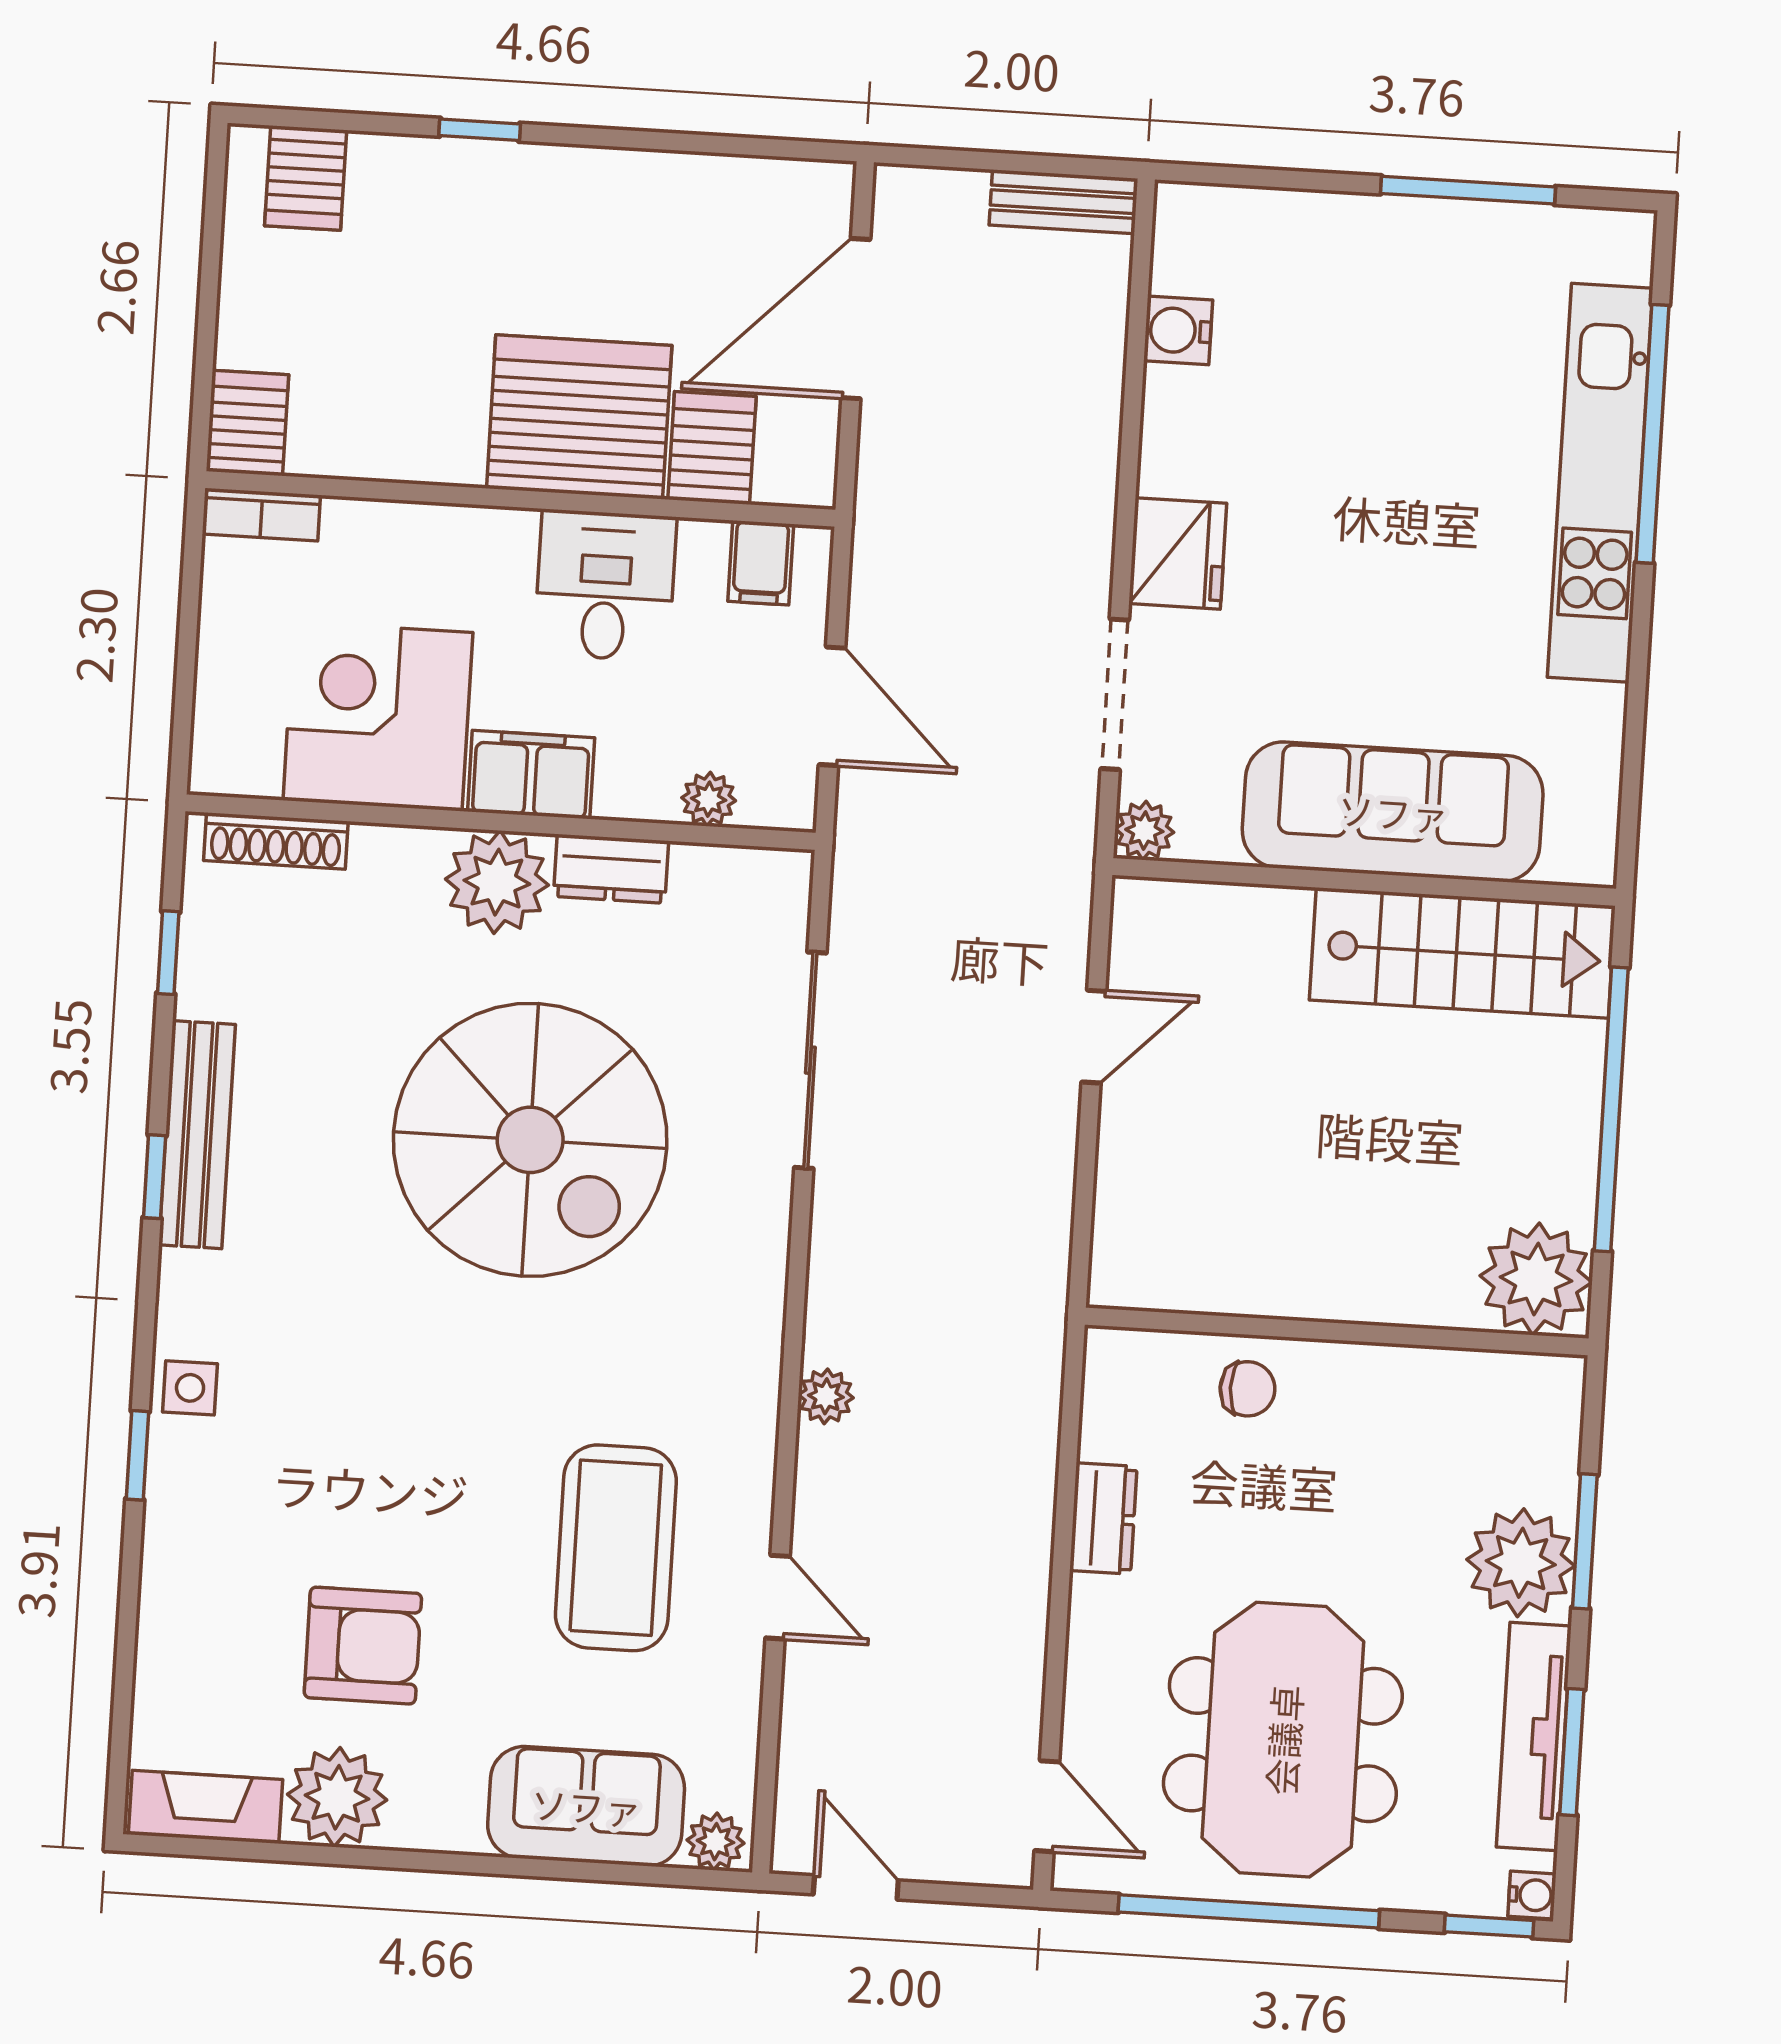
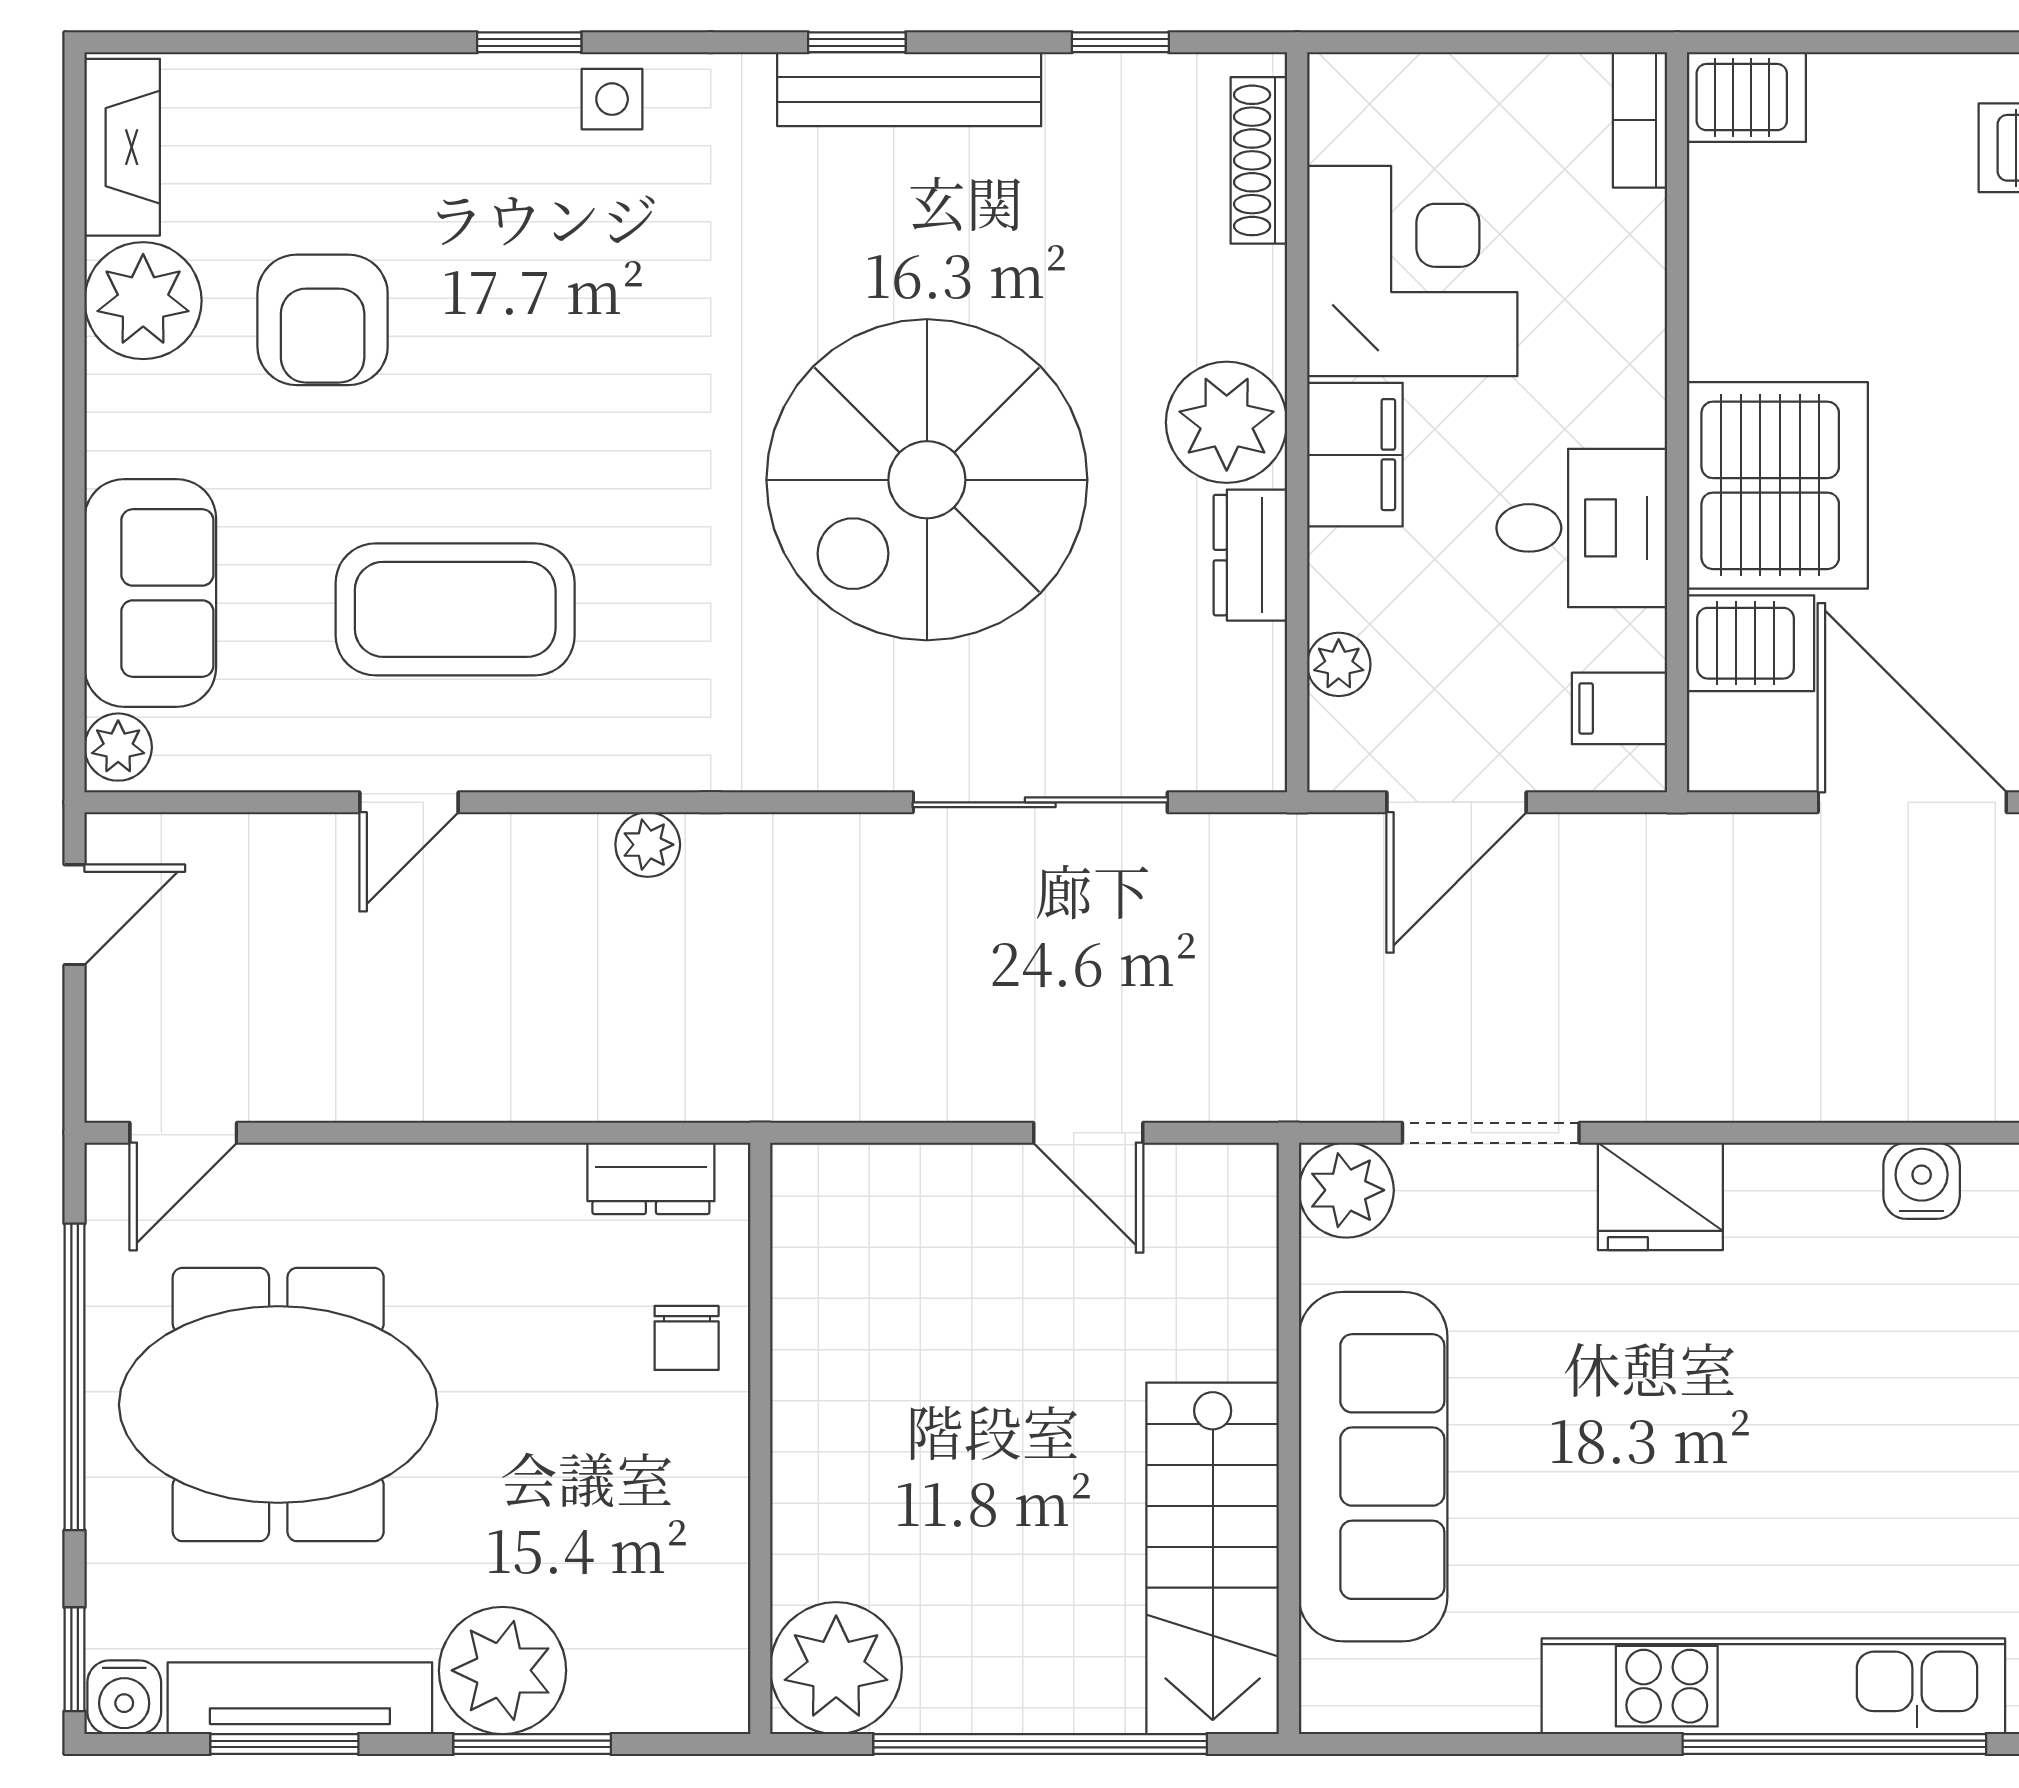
plant: (1144, 831) -> (1346, 1190), width x1.38, depth x1.38
dresser: (1103, 1519) -> (651, 1178), moved
water cooler: (1532, 1895) -> (124, 1697), width x1.38, depth x1.38

